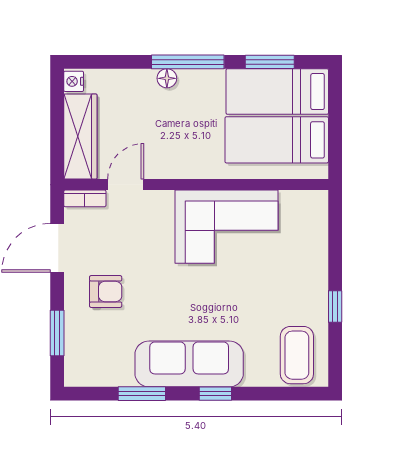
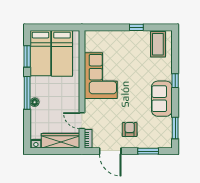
coffee table: (297, 355) -> (158, 44), turned 90
sofa: (189, 364) -> (162, 99), width x0.73
window: (142, 394) -> (175, 128), moved

